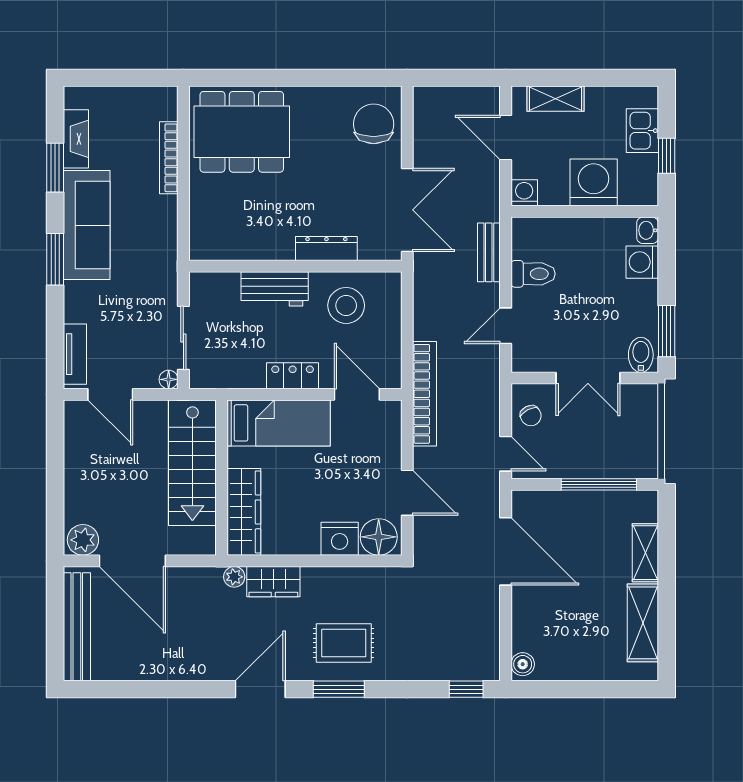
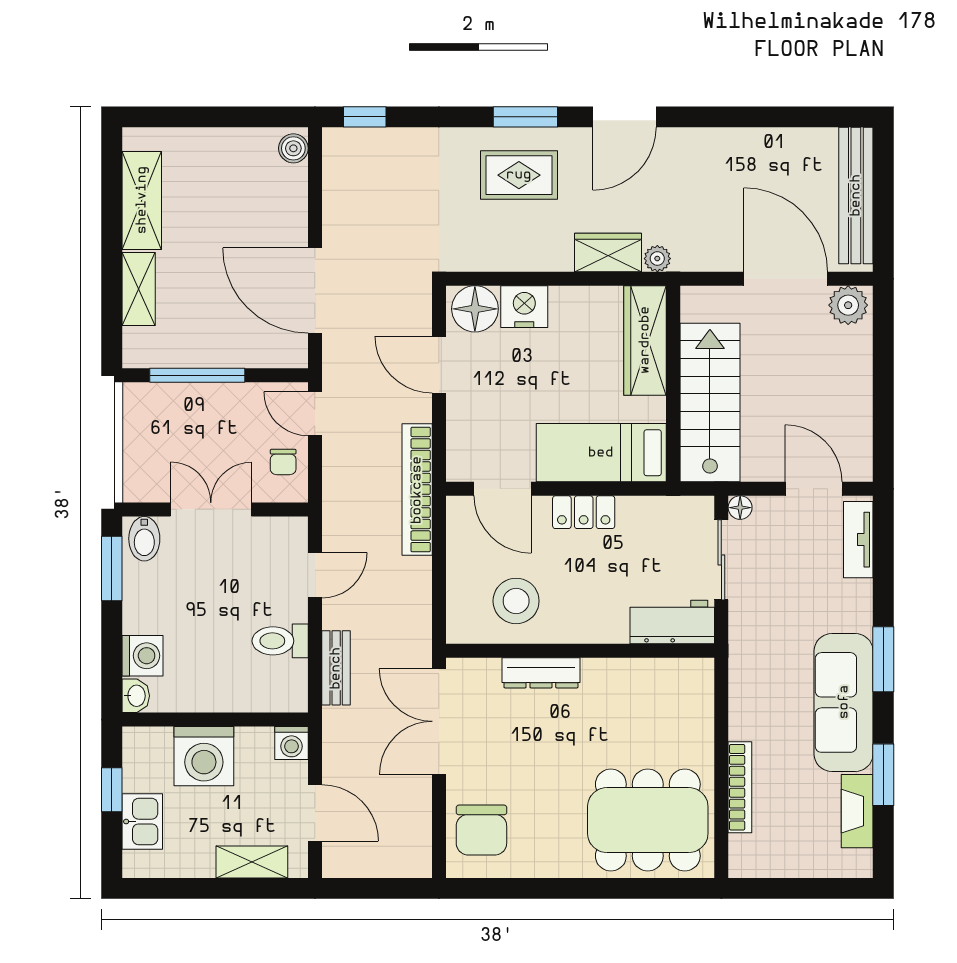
workbench: (275, 289) -> (672, 622), moved
chair: (531, 416) -> (283, 462), turned -152

